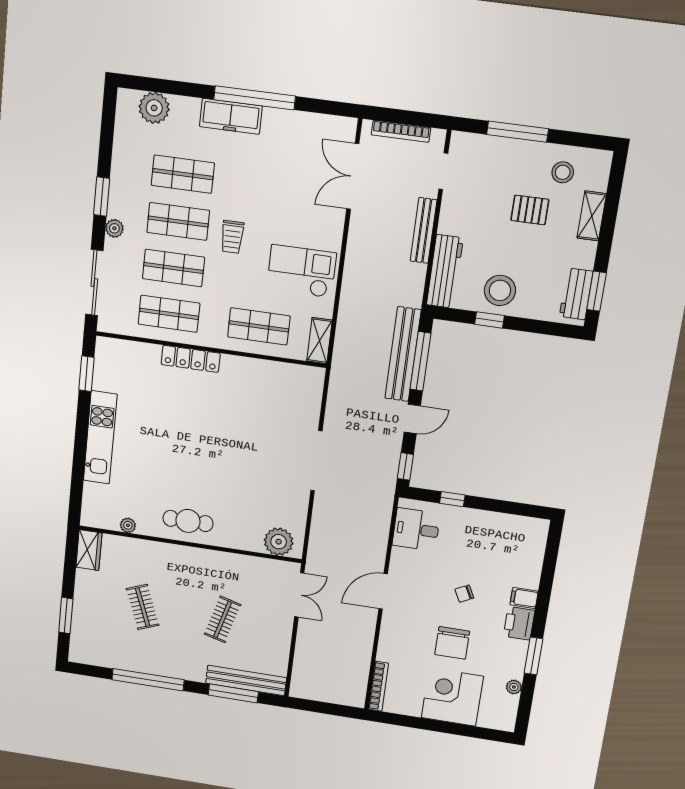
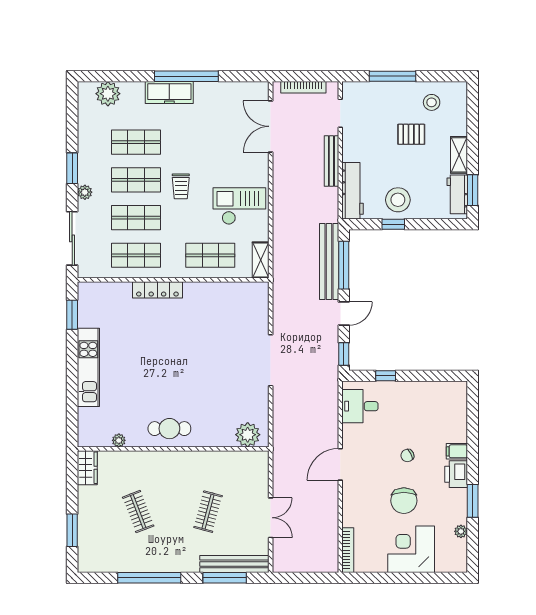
shelving: (592, 216) -> (459, 155), moved
double door: (299, 595) -> (271, 518), moved

